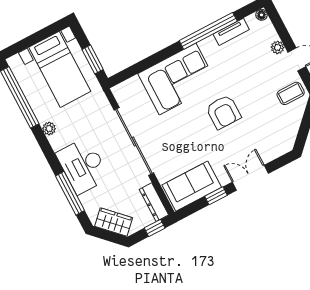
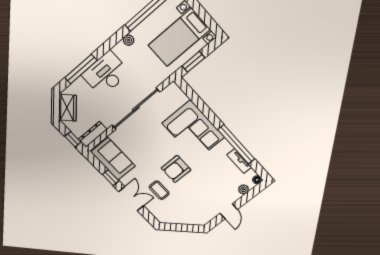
plant: (277, 47) -> (244, 189), moved
coffee table: (291, 93) -> (159, 190), moved

